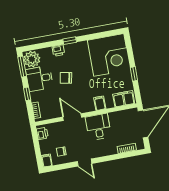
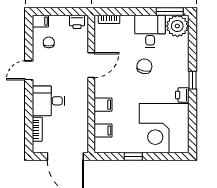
printer: (58, 50) -> (182, 95), moved
window: (27, 94) -> (133, 11), removed
filing cabinet: (124, 99) -> (103, 130), width x0.50
desk: (98, 127) -> (49, 101), moved, turned 180

